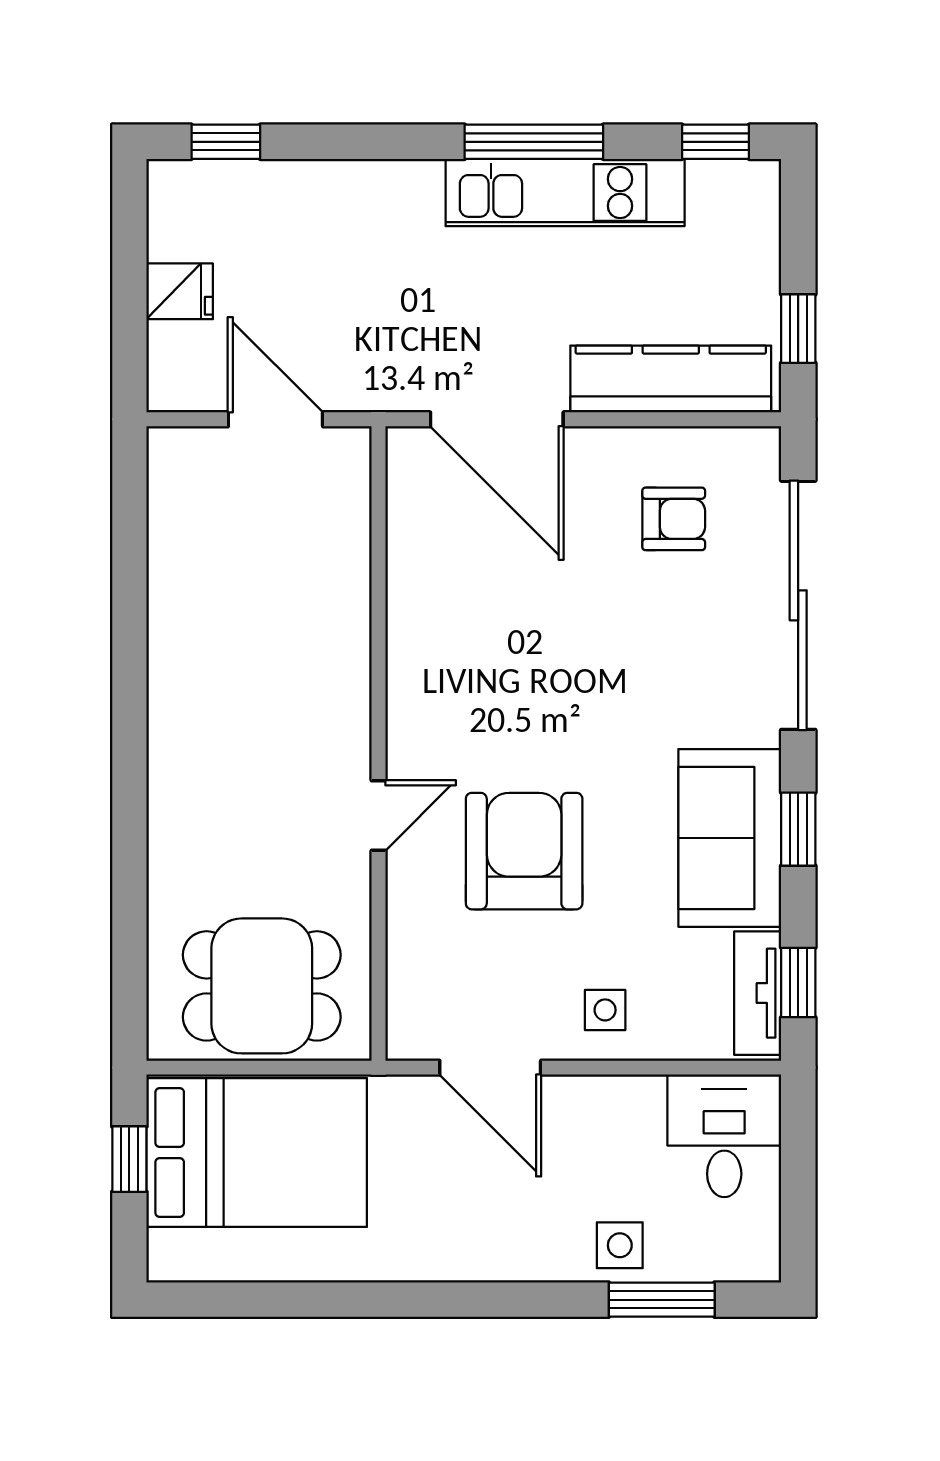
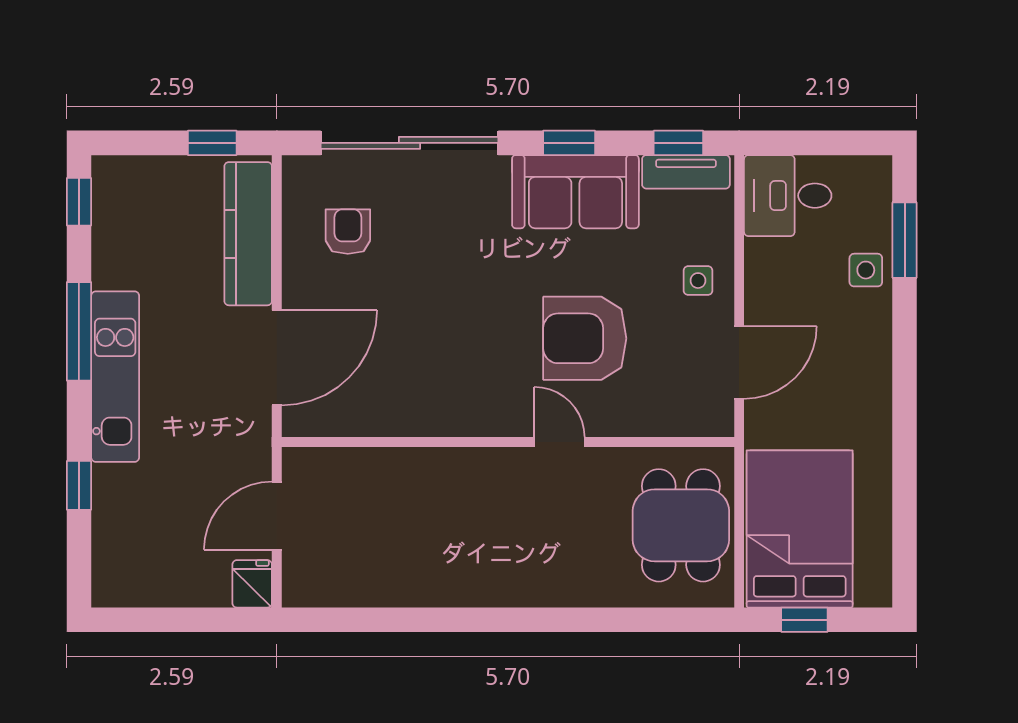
window: (226, 142) -> (79, 485), moved
kitchen unit: (565, 193) -> (115, 377), moved
fridge: (180, 291) -> (252, 584), moved

